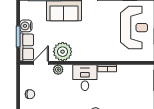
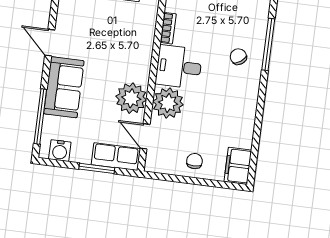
water cooler: (26, 26) -> (60, 151), moved
plant: (58, 70) -> (168, 103), width x1.87, depth x1.87

